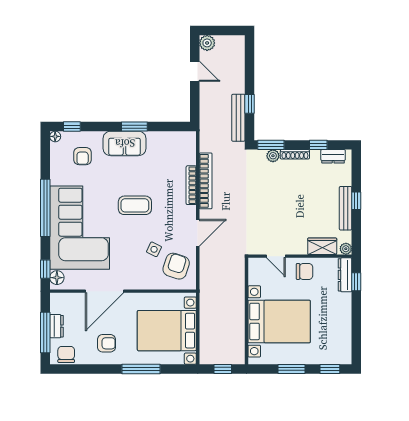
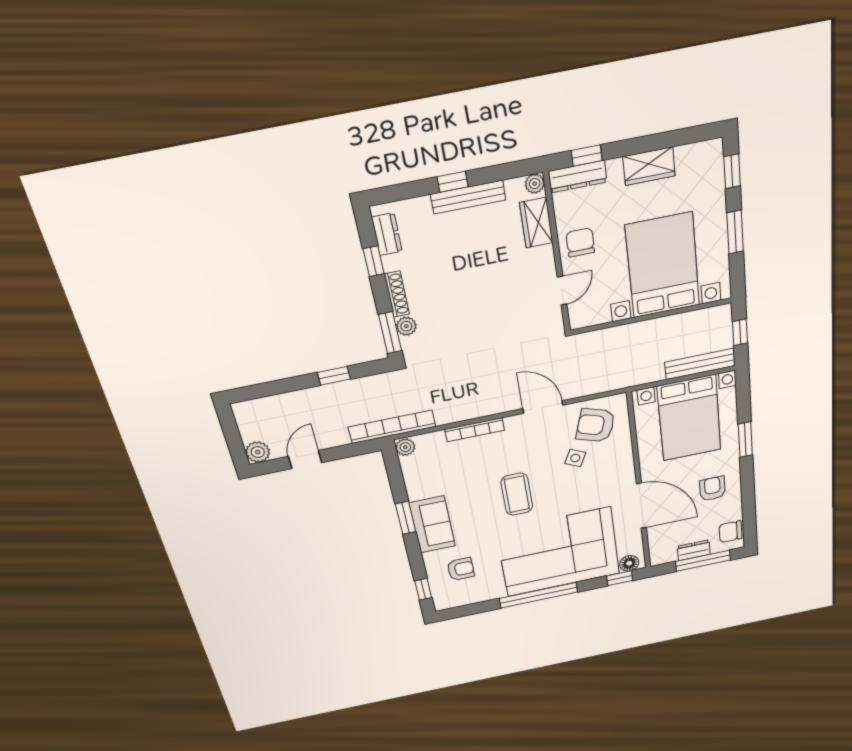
bench: (238, 118) -> (700, 364), moved
floor lamp: (55, 136) -> (441, 604), removed
plant: (189, 138) -> (405, 447), added
bookcase: (206, 181) -> (392, 427), moved
wardrobe: (343, 318) -> (649, 166), added
window: (141, 369) -> (745, 440), width x0.69

